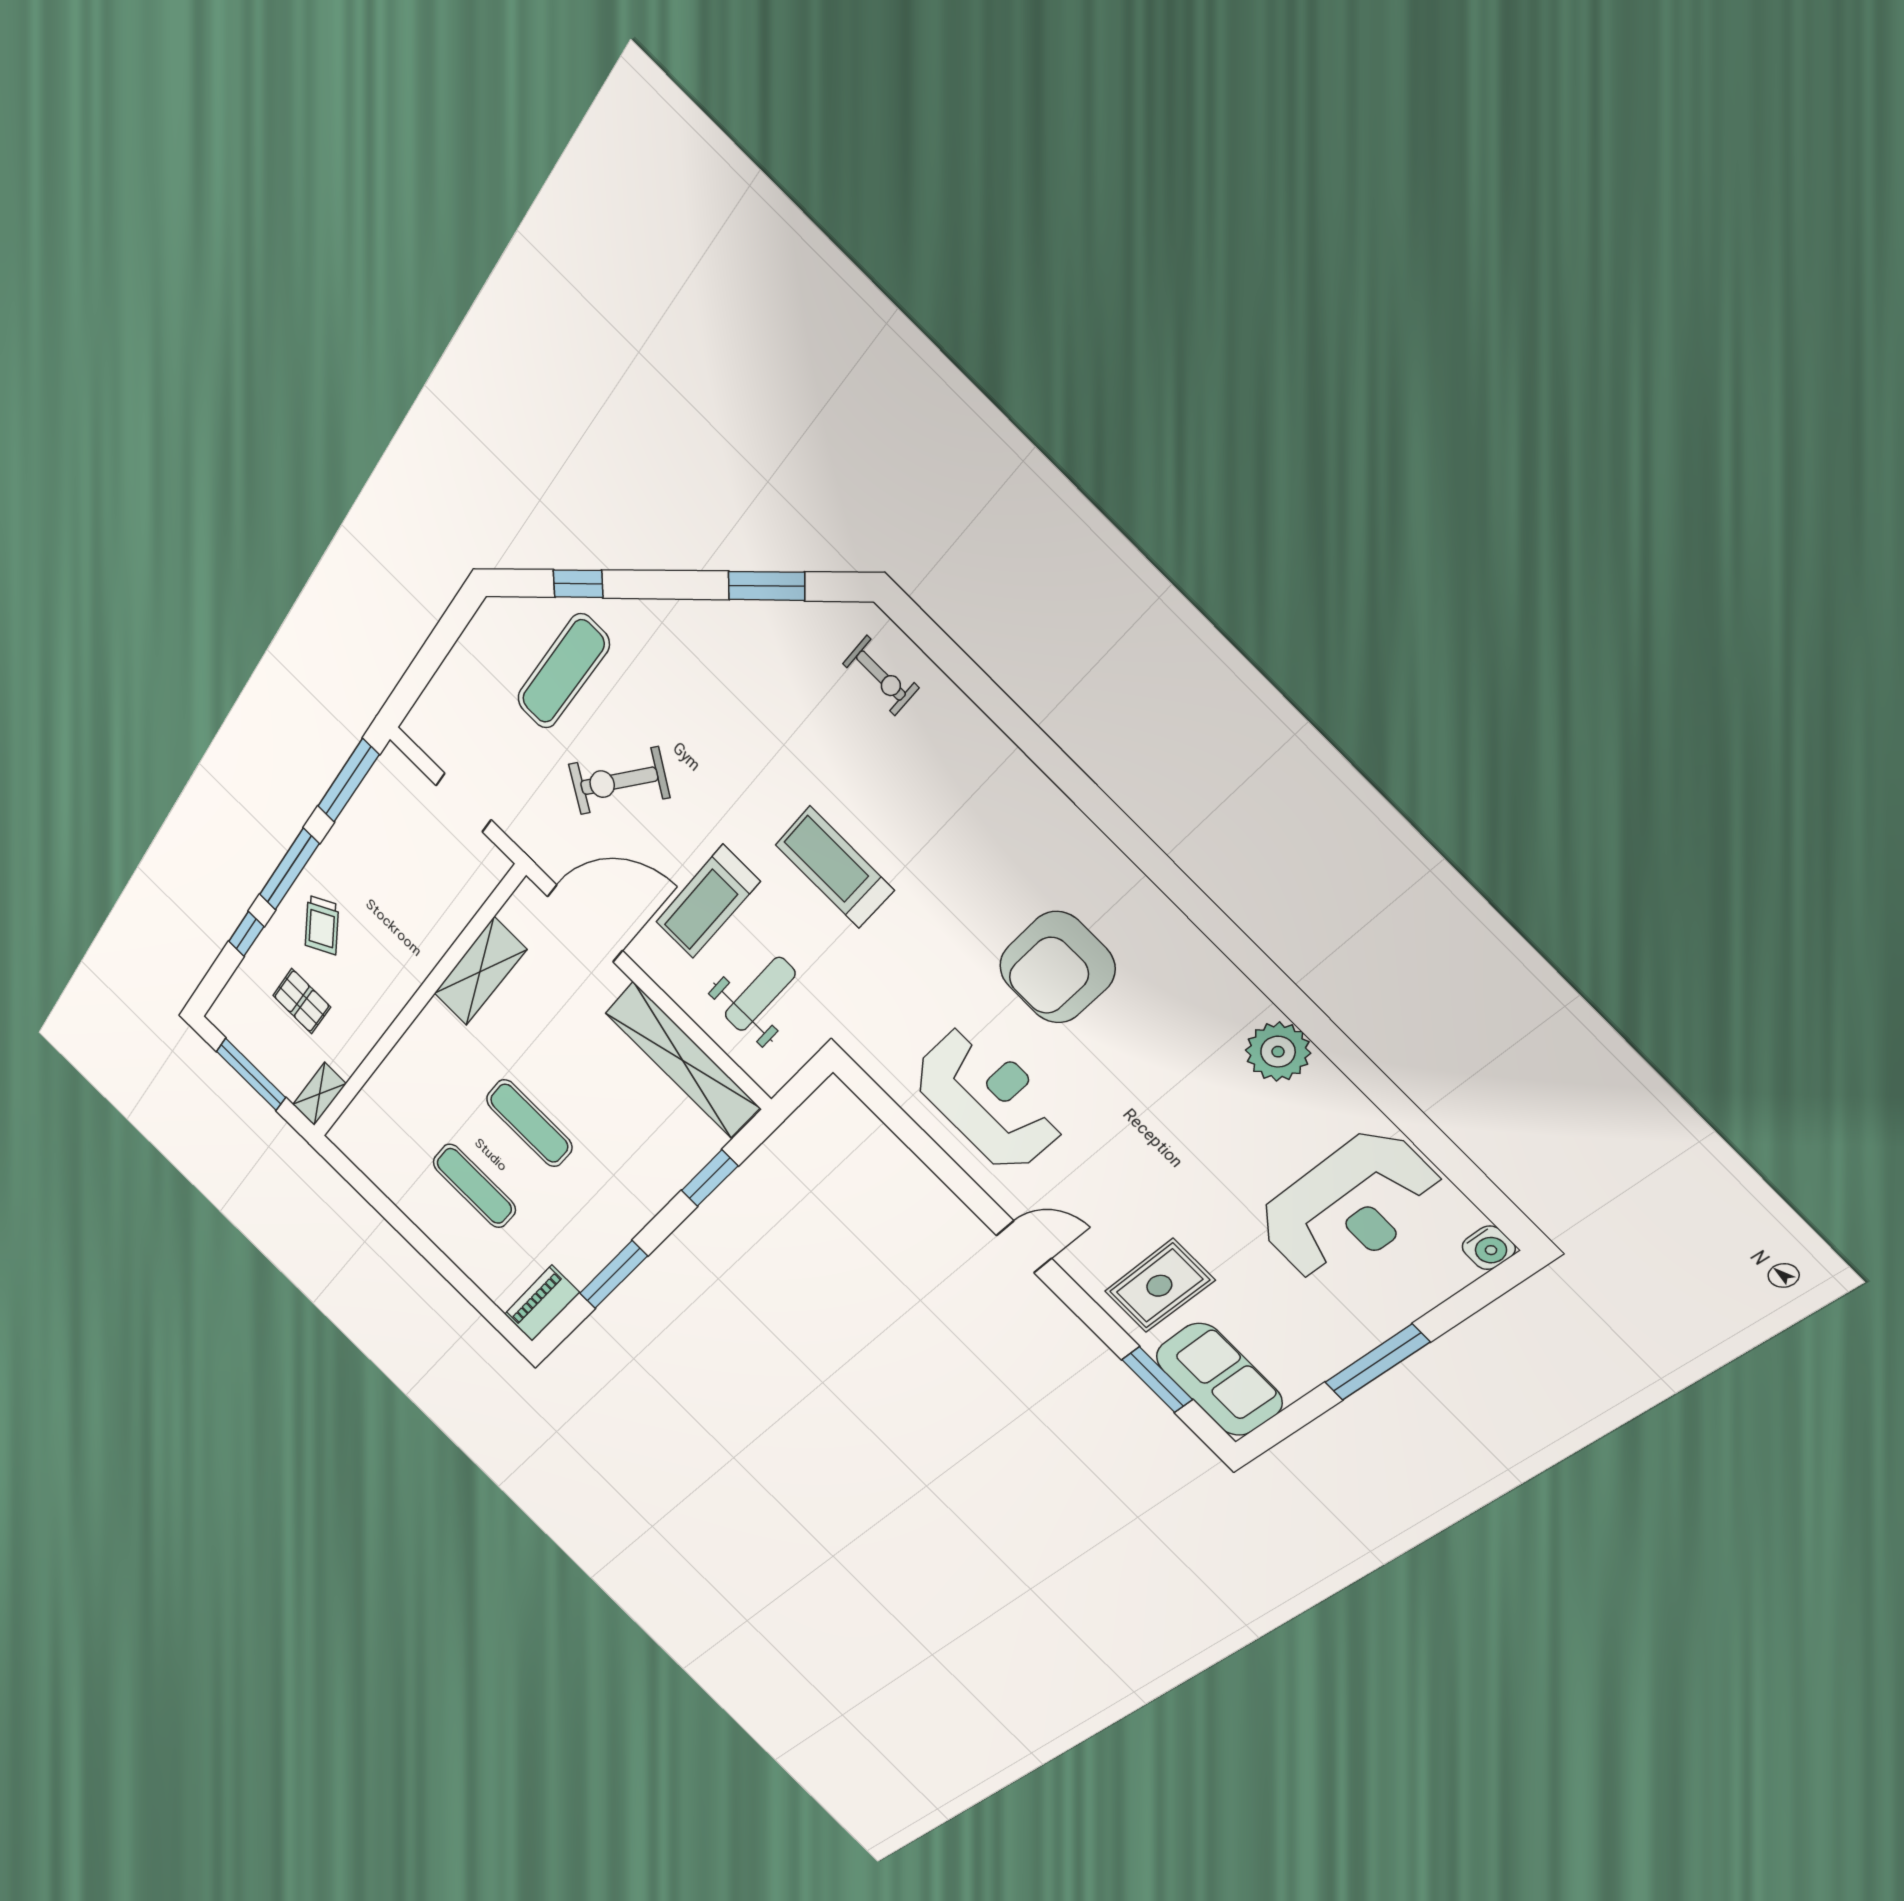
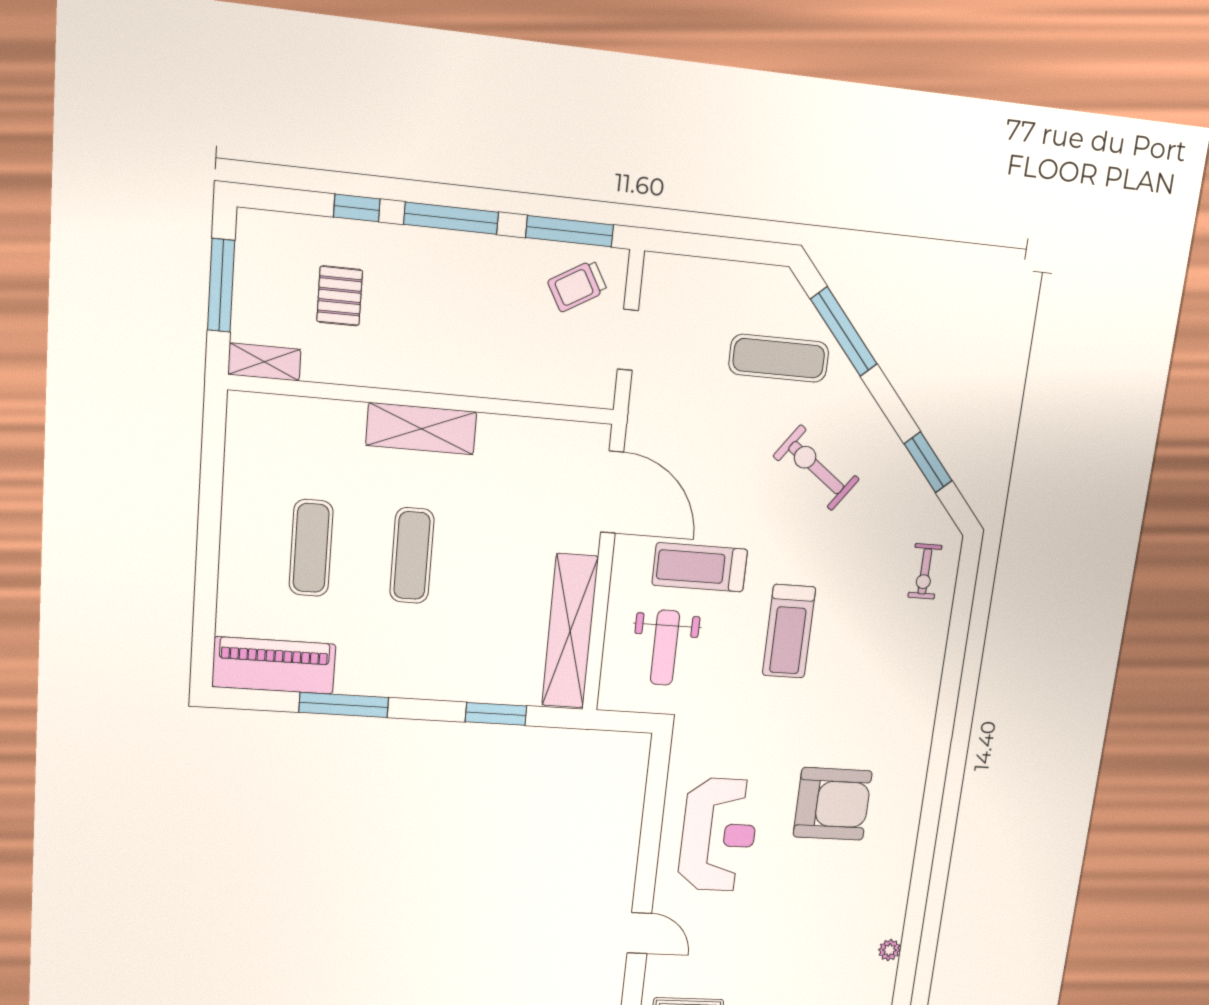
window: (578, 584) -> (844, 332), width x2.17
exercise bike: (619, 781) -> (816, 468), moved
treadmill: (835, 867) -> (789, 631), turned 180
trolley: (322, 925) -> (577, 286), moved
armchair: (1057, 968) -> (833, 804), turned 180
shelving: (480, 972) -> (421, 429), moved
weight bench: (760, 994) -> (665, 648), turned 90
plant: (1278, 1052) -> (889, 950), width x0.53, depth x0.53
piano: (542, 1304) -> (274, 665), width x1.37, depth x1.33

